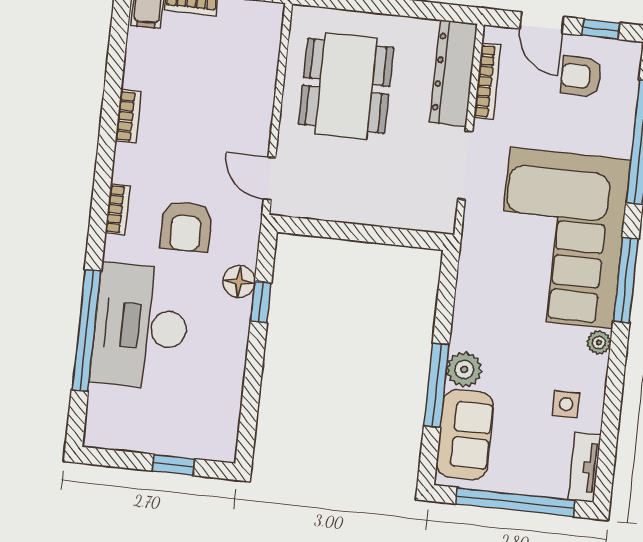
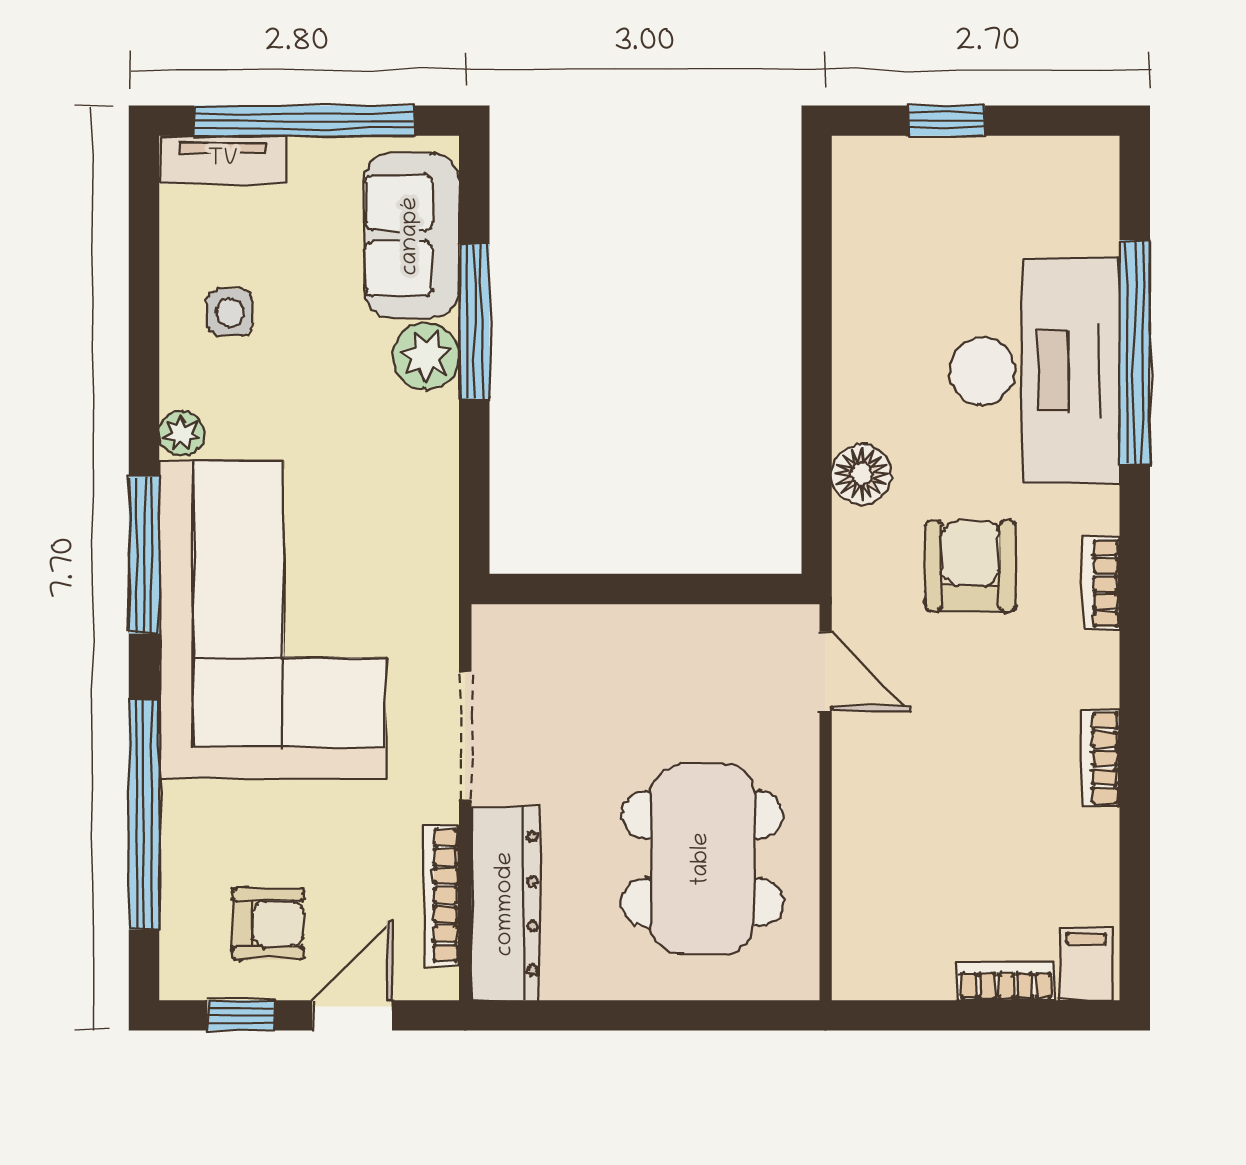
door: (542, 23) -> (352, 1015), hinge flipped
window: (261, 302) -> (817, 441), removed
tv unit: (584, 467) -> (223, 160), moved, turned 90

